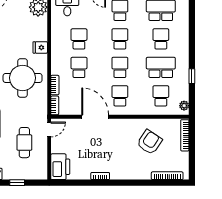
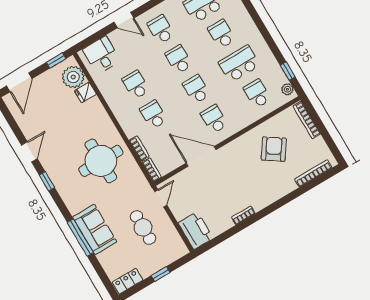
fridge: (40, 47) -> (85, 92), moved
window: (192, 76) -> (288, 71), moved

